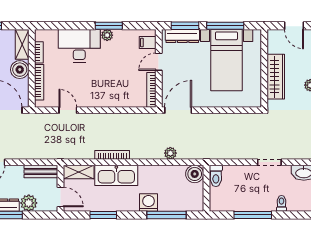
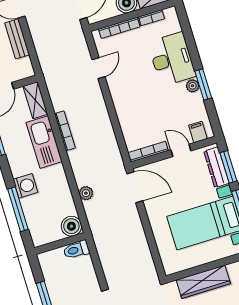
bench: (41, 172) -> (17, 39), moved

